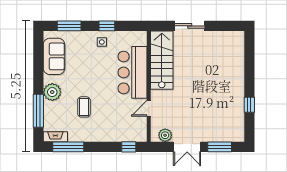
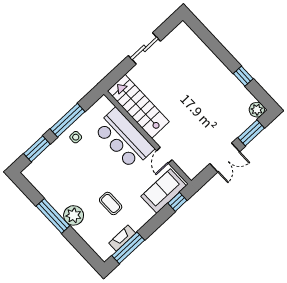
window: (107, 26) -> (68, 120), width x2.17
sliding door: (190, 26) -> (144, 48), moved
sofa: (54, 56) -> (164, 191), moved, turned -90
window: (38, 111) -> (53, 216), moved
plant: (165, 135) -> (257, 110), moved
fireplace: (55, 137) -> (122, 238), moved

